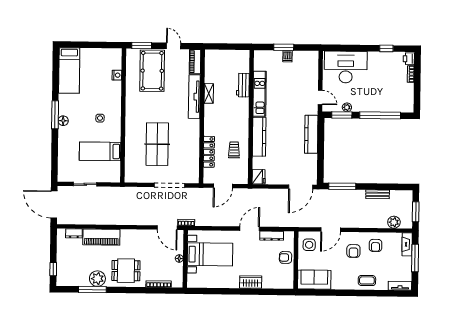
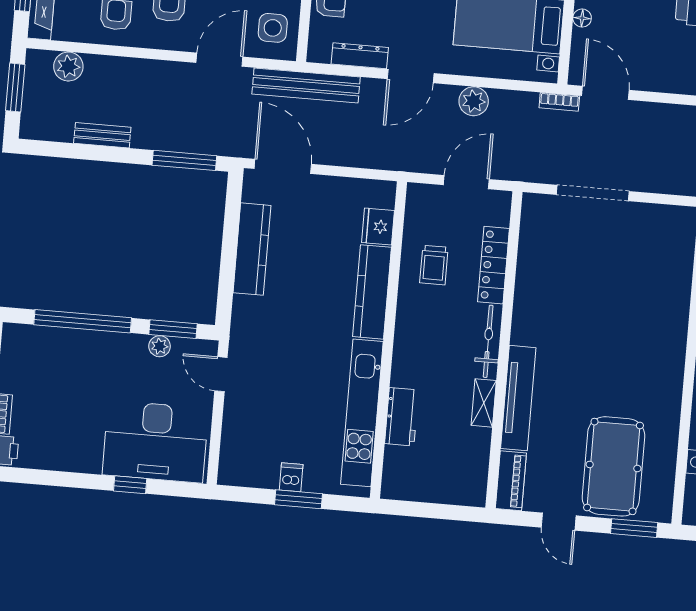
window: (386, 48) -> (130, 485), moved
kitchen unit: (260, 94) -> (362, 413), width x1.36
bicycle: (209, 120) -> (488, 341), added
kitchen counter: (311, 134) -> (252, 249), moved
table tennis table: (157, 144) -> (614, 292), removed
fridge: (259, 177) -> (378, 227), moved
door: (301, 187) -> (283, 166), hinge flipped
plant: (222, 220) -> (474, 101), added
bench: (293, 222) -> (306, 85), added

